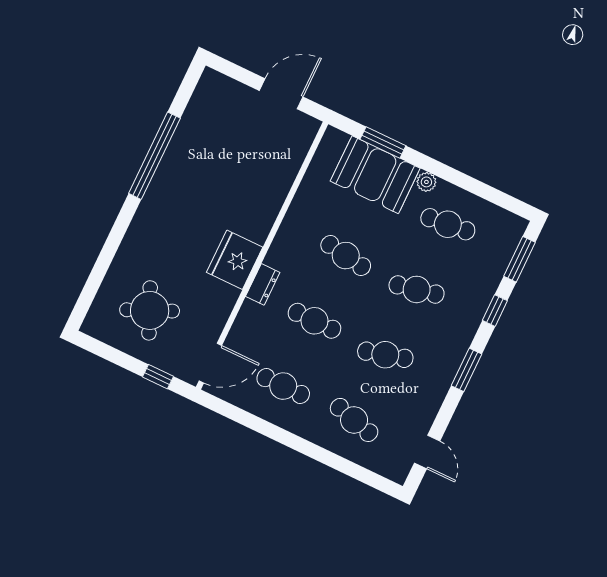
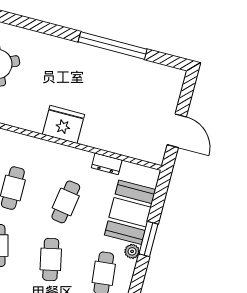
window: (383, 143) -> (148, 239), moved
fridge: (235, 260) -> (63, 124), moved
dresser: (263, 284) -> (107, 164), moved

